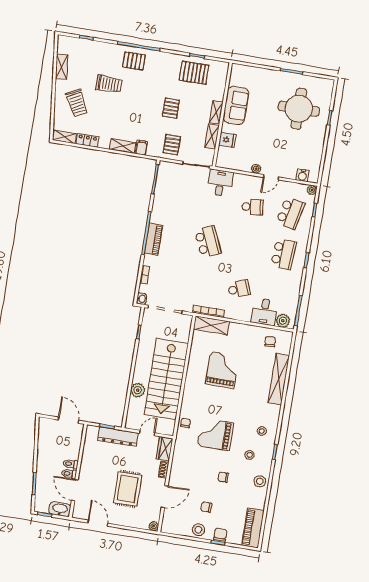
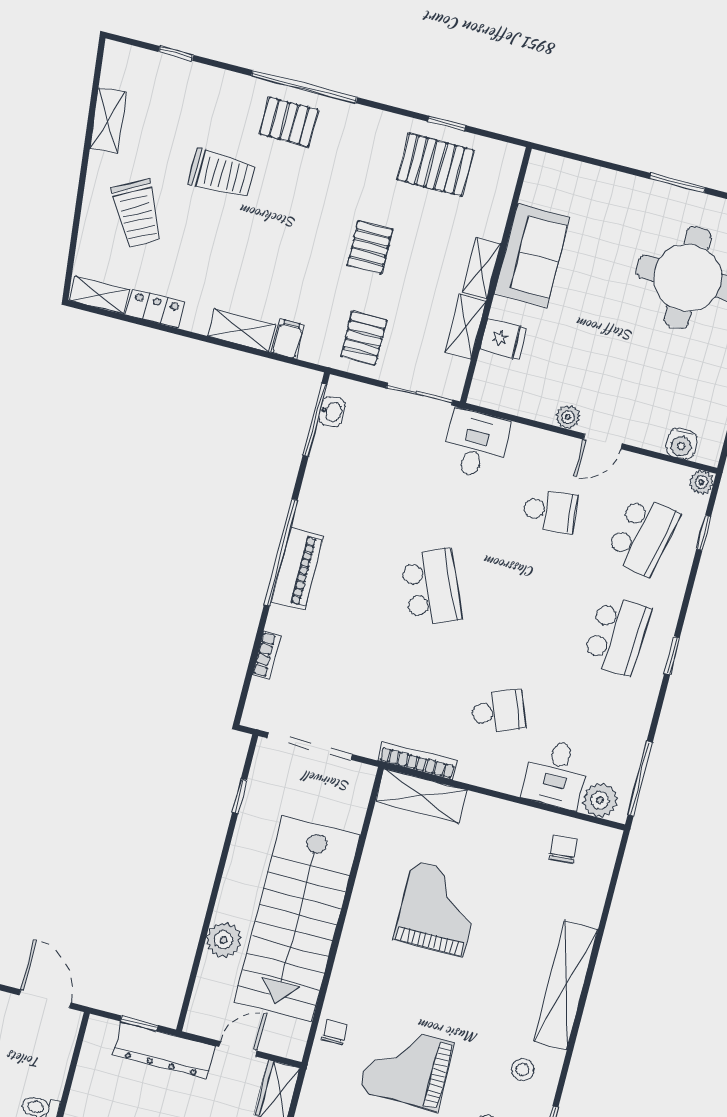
washbasin: (142, 299) -> (332, 412), moved
shelving: (279, 379) -> (566, 985), moved

